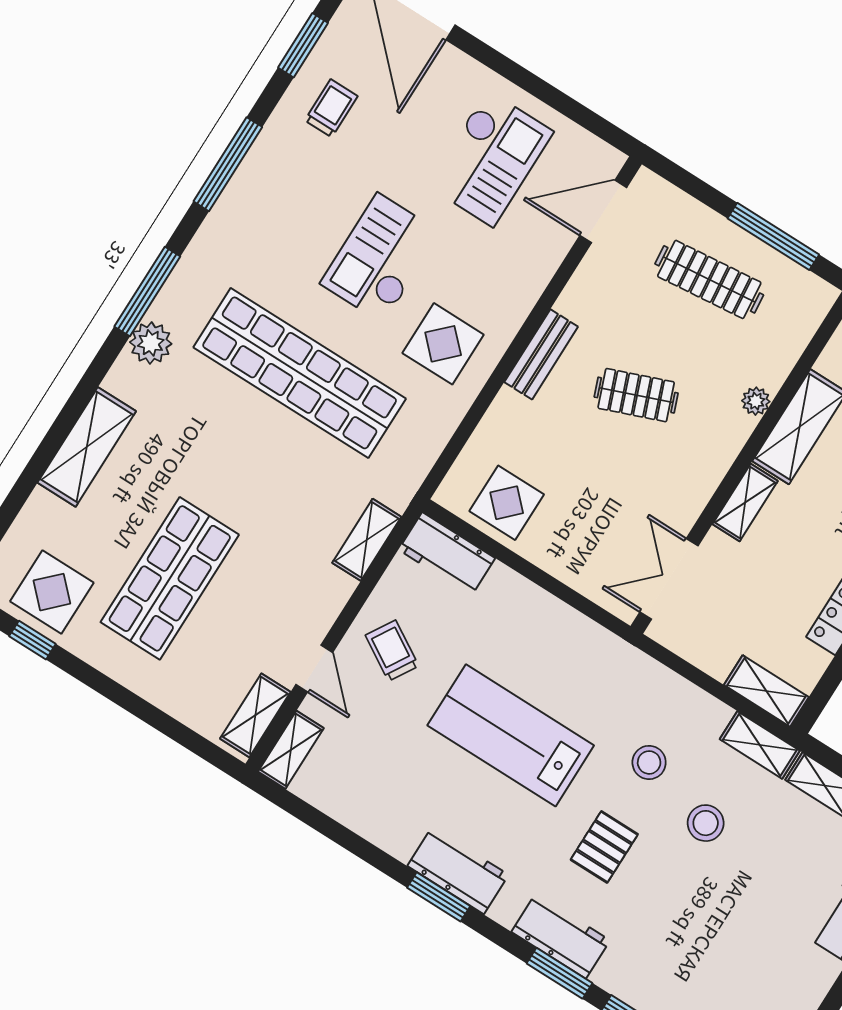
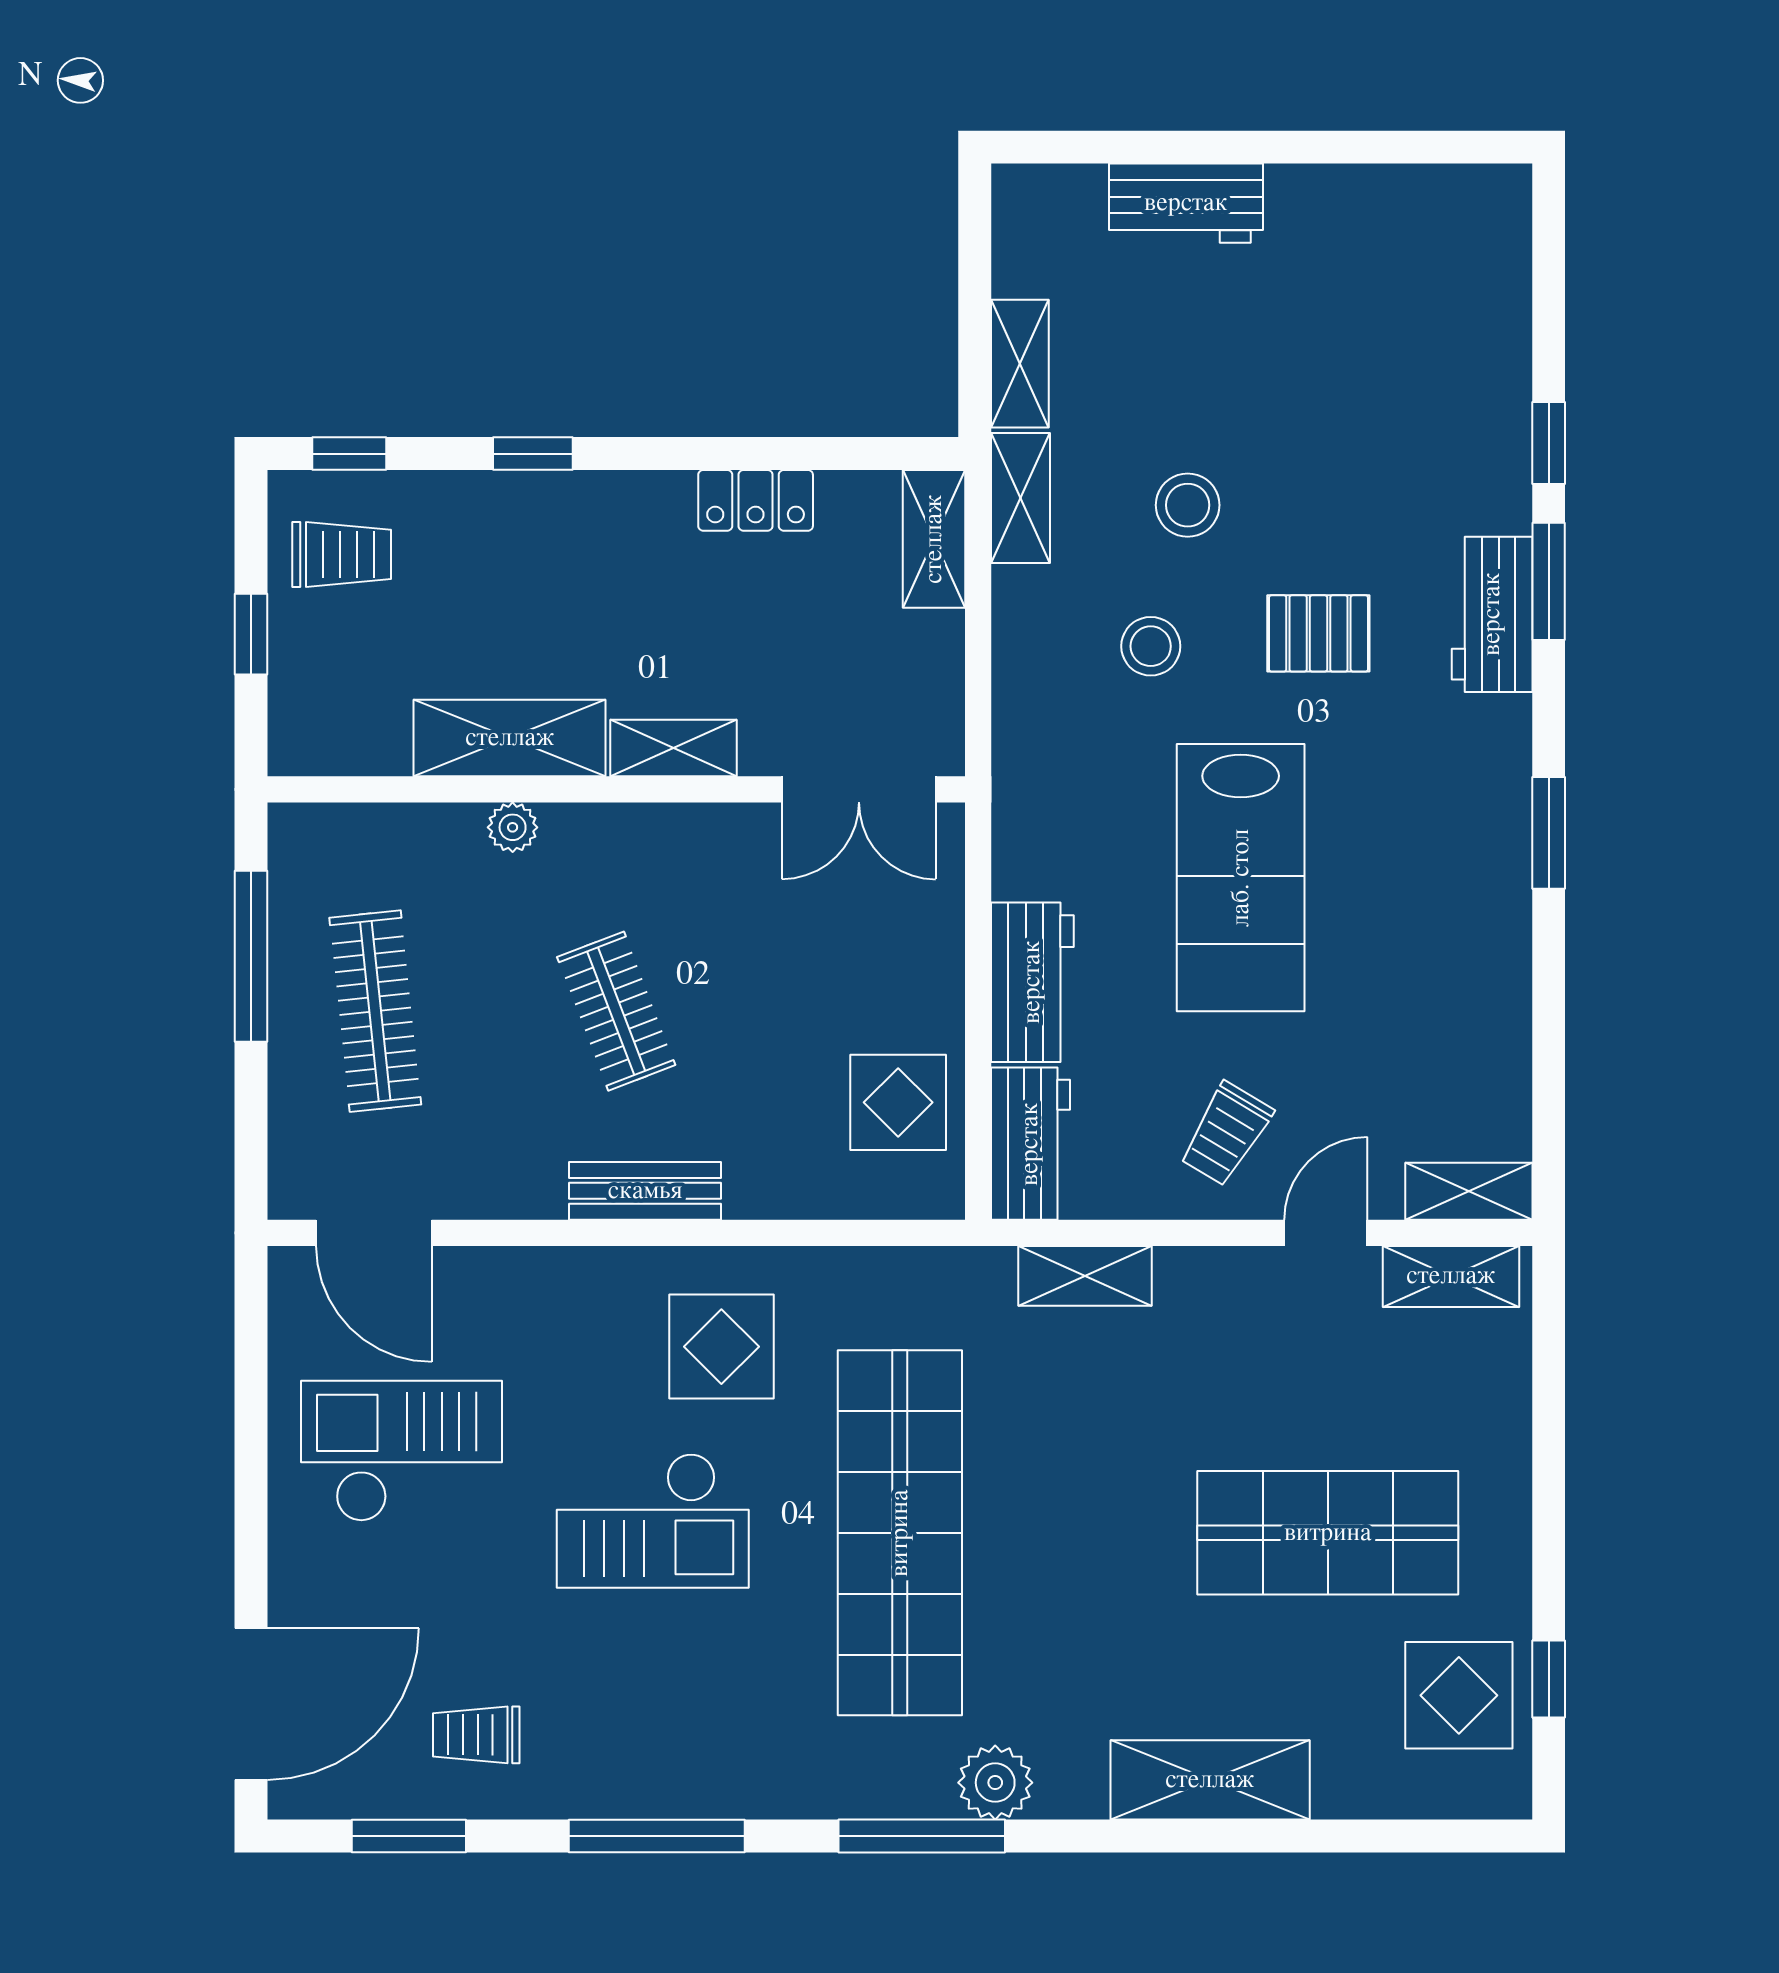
workbench: (458, 870) -> (1032, 982), moved, turned 180

